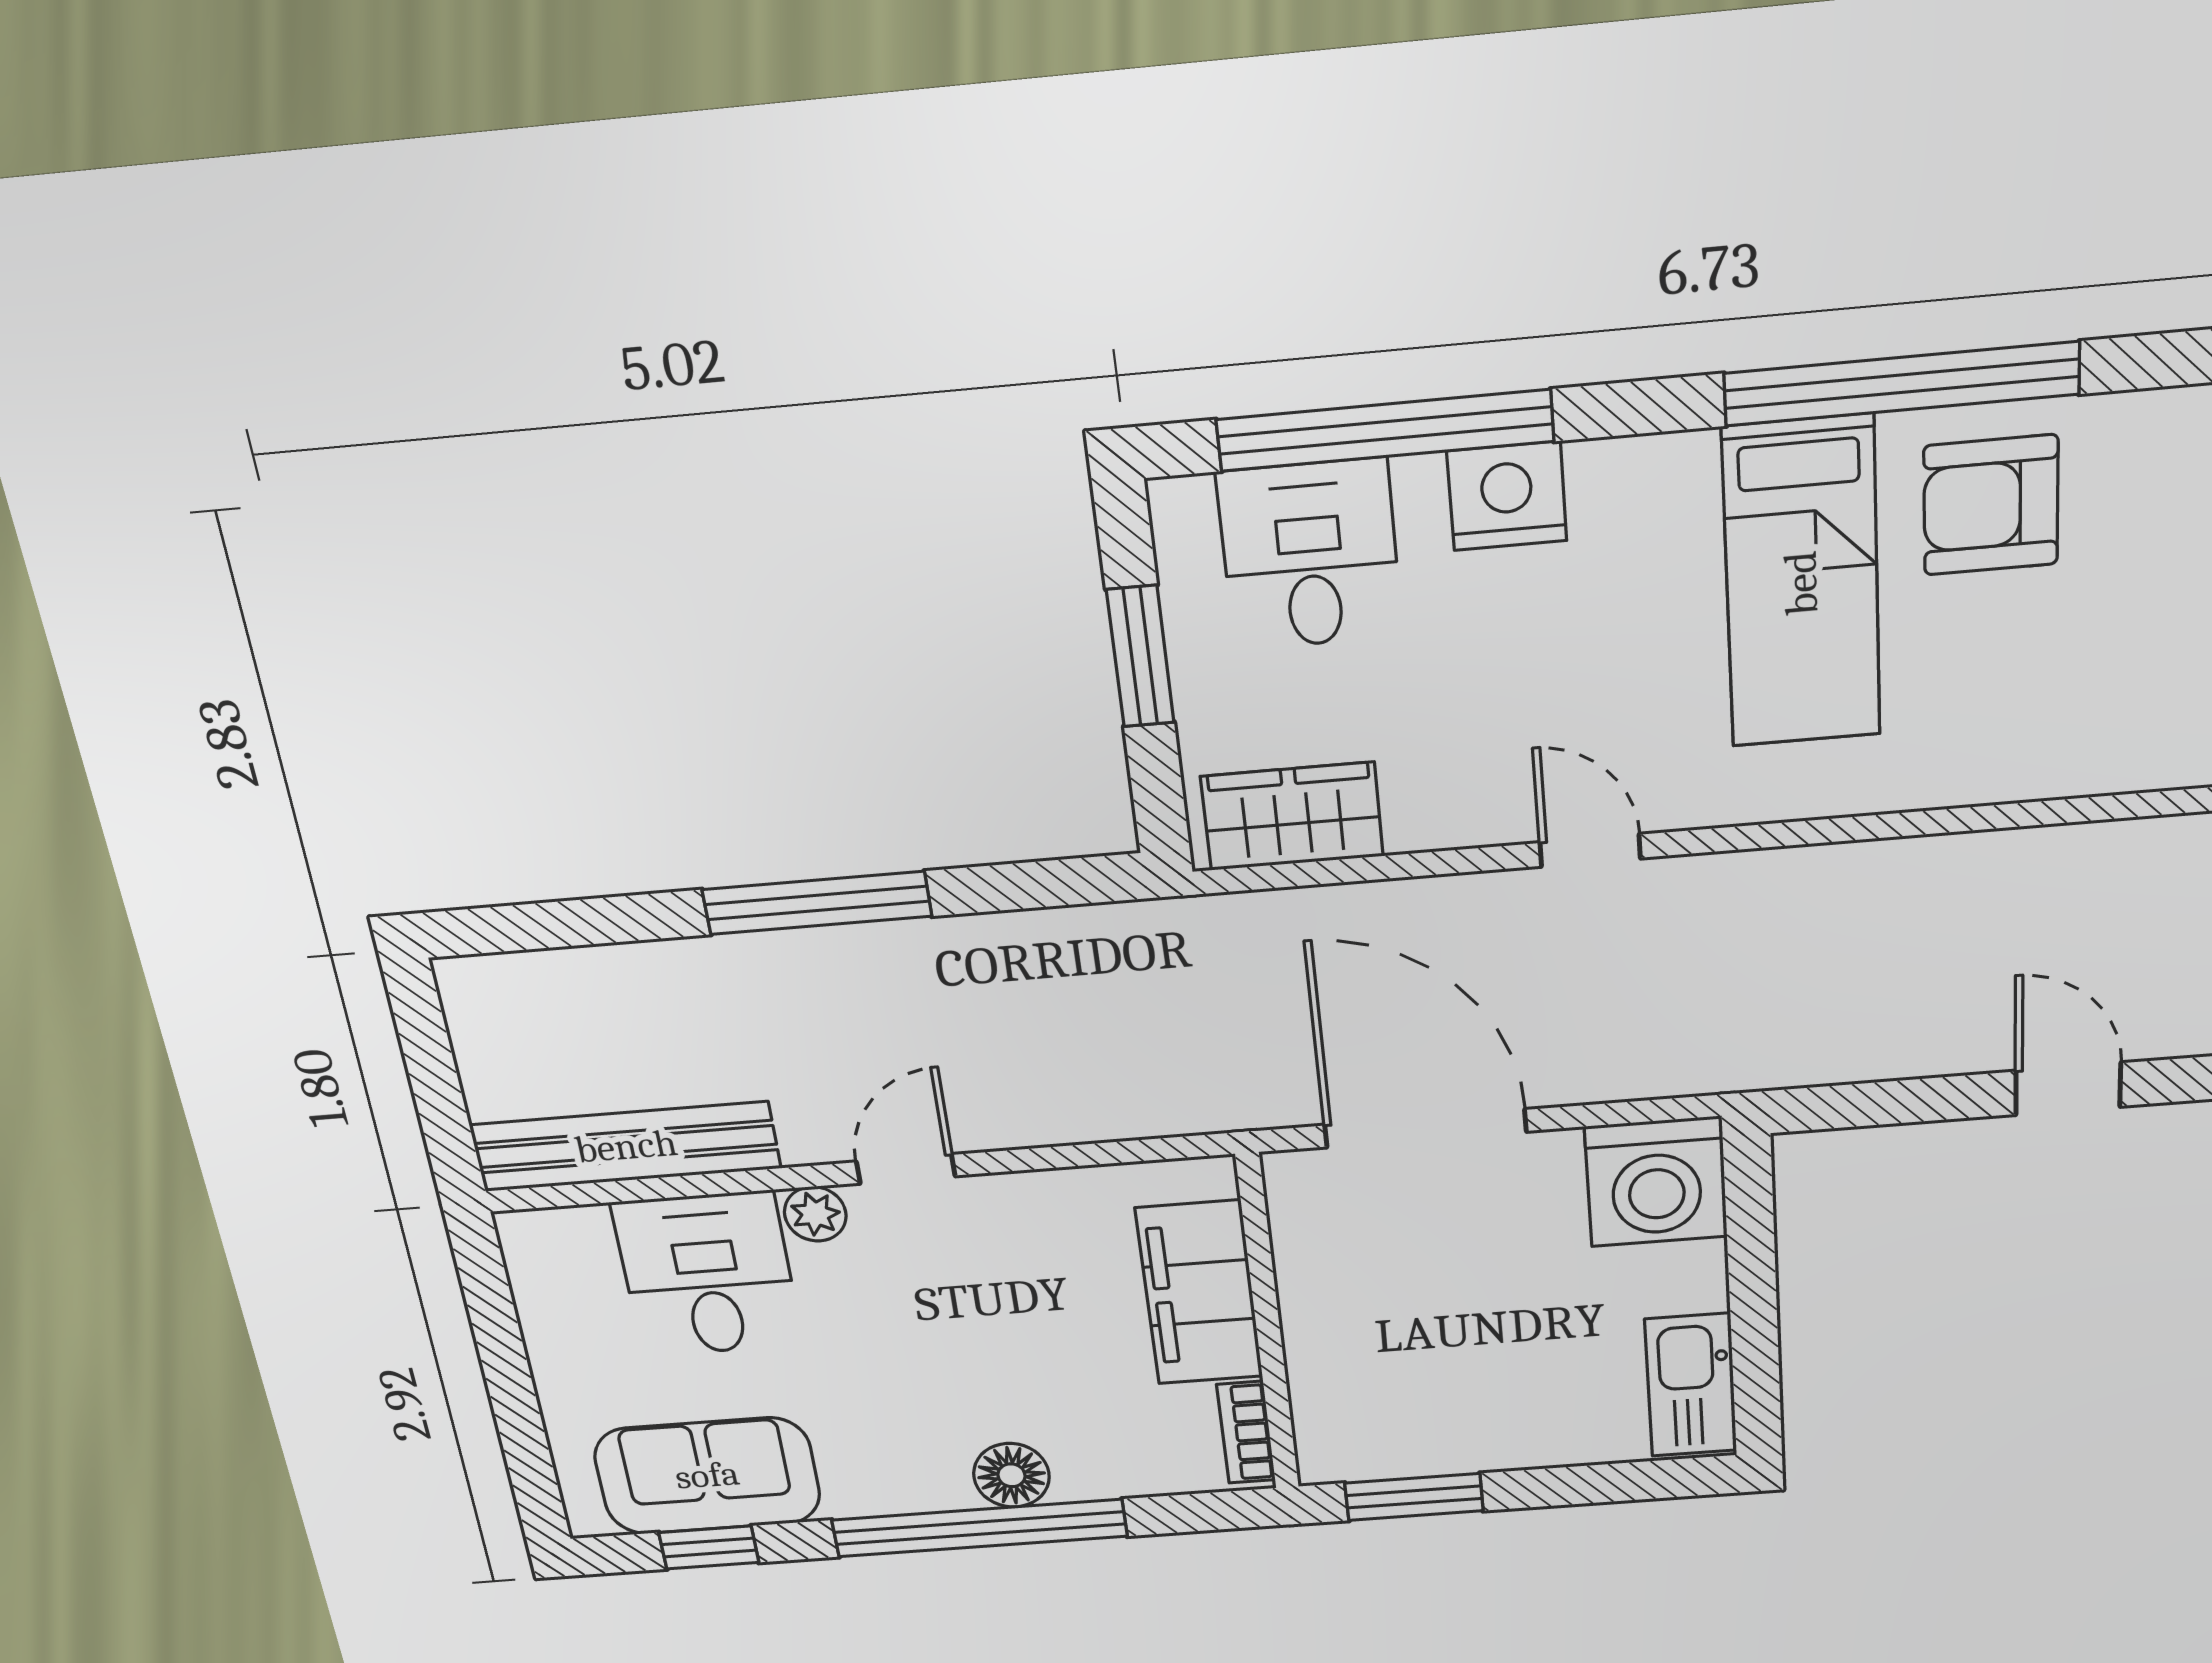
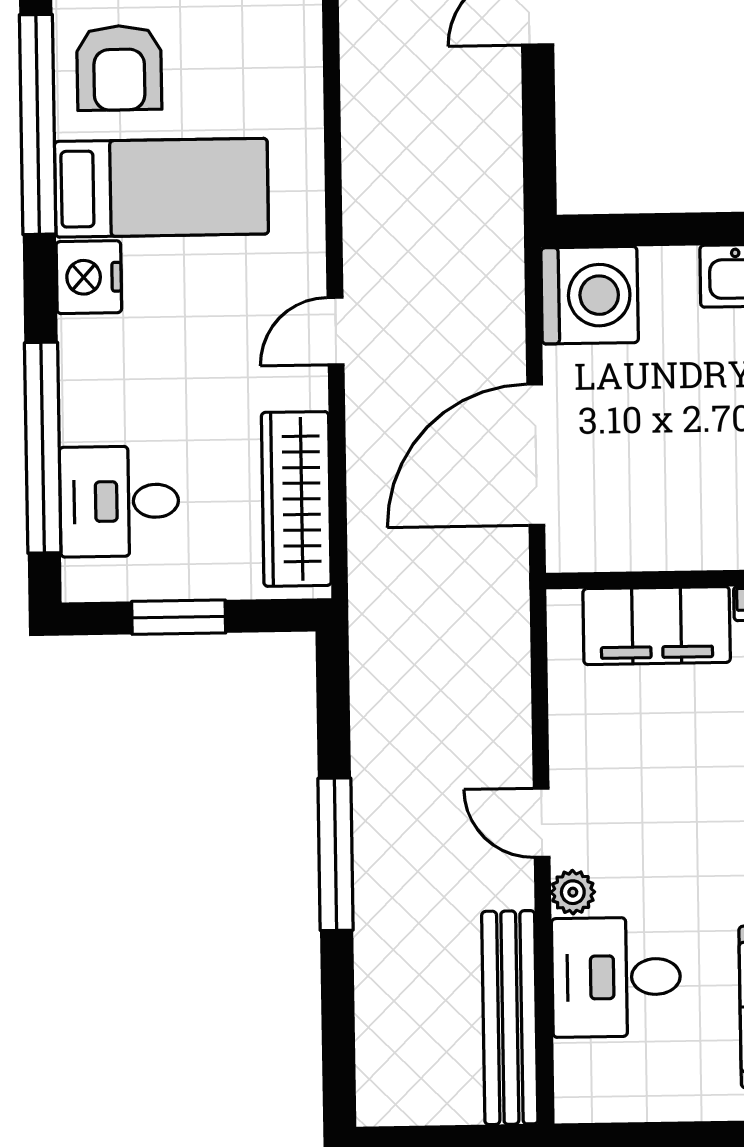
nightstand: (1507, 496) -> (89, 277), moved
wardrobe: (1292, 816) -> (296, 499), width x1.50

